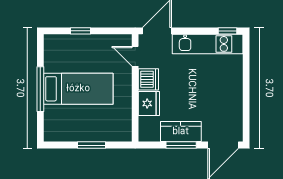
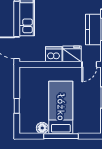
door: (135, 56) -> (89, 64), moved
floor lamp: (51, 64) -> (42, 128), added

